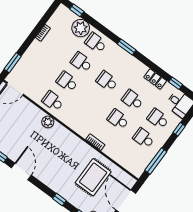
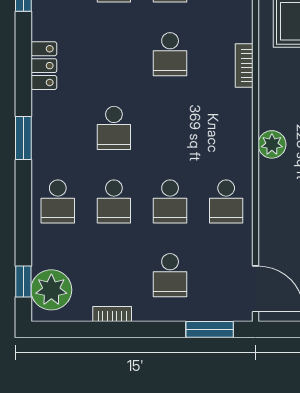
plant: (81, 28) -> (51, 290), moved
locker: (155, 79) -> (44, 66), moved
school desk: (133, 100) -> (170, 275), moved
plant: (48, 122) -> (272, 144), moved

